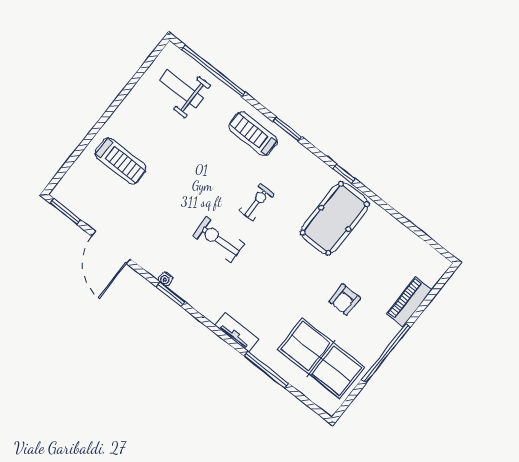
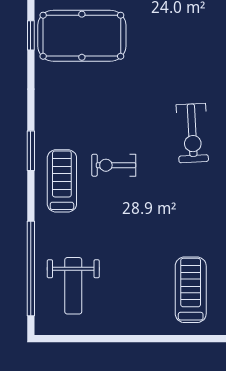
treadmill: (253, 134) -> (62, 181), turned 180
window: (344, 174) -> (31, 35), moved
exercise bike: (257, 202) -> (114, 165), moved

